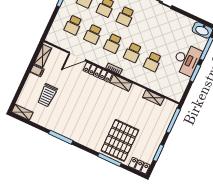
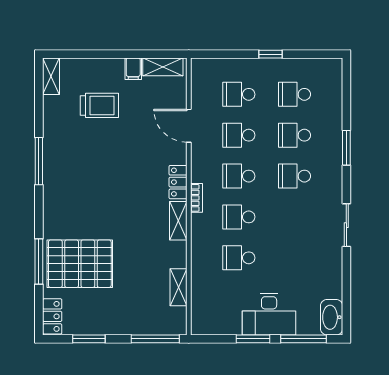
locker: (98, 72) -> (178, 182), width x0.66
trolley: (47, 95) -> (99, 105), turned 180

